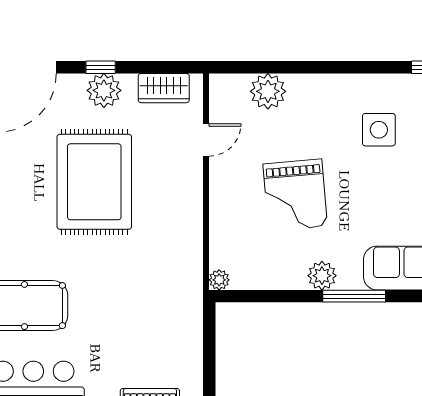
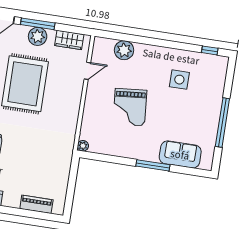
window: (101, 67) -> (38, 24), width x2.17
plant: (322, 276) -> (137, 152), removed

